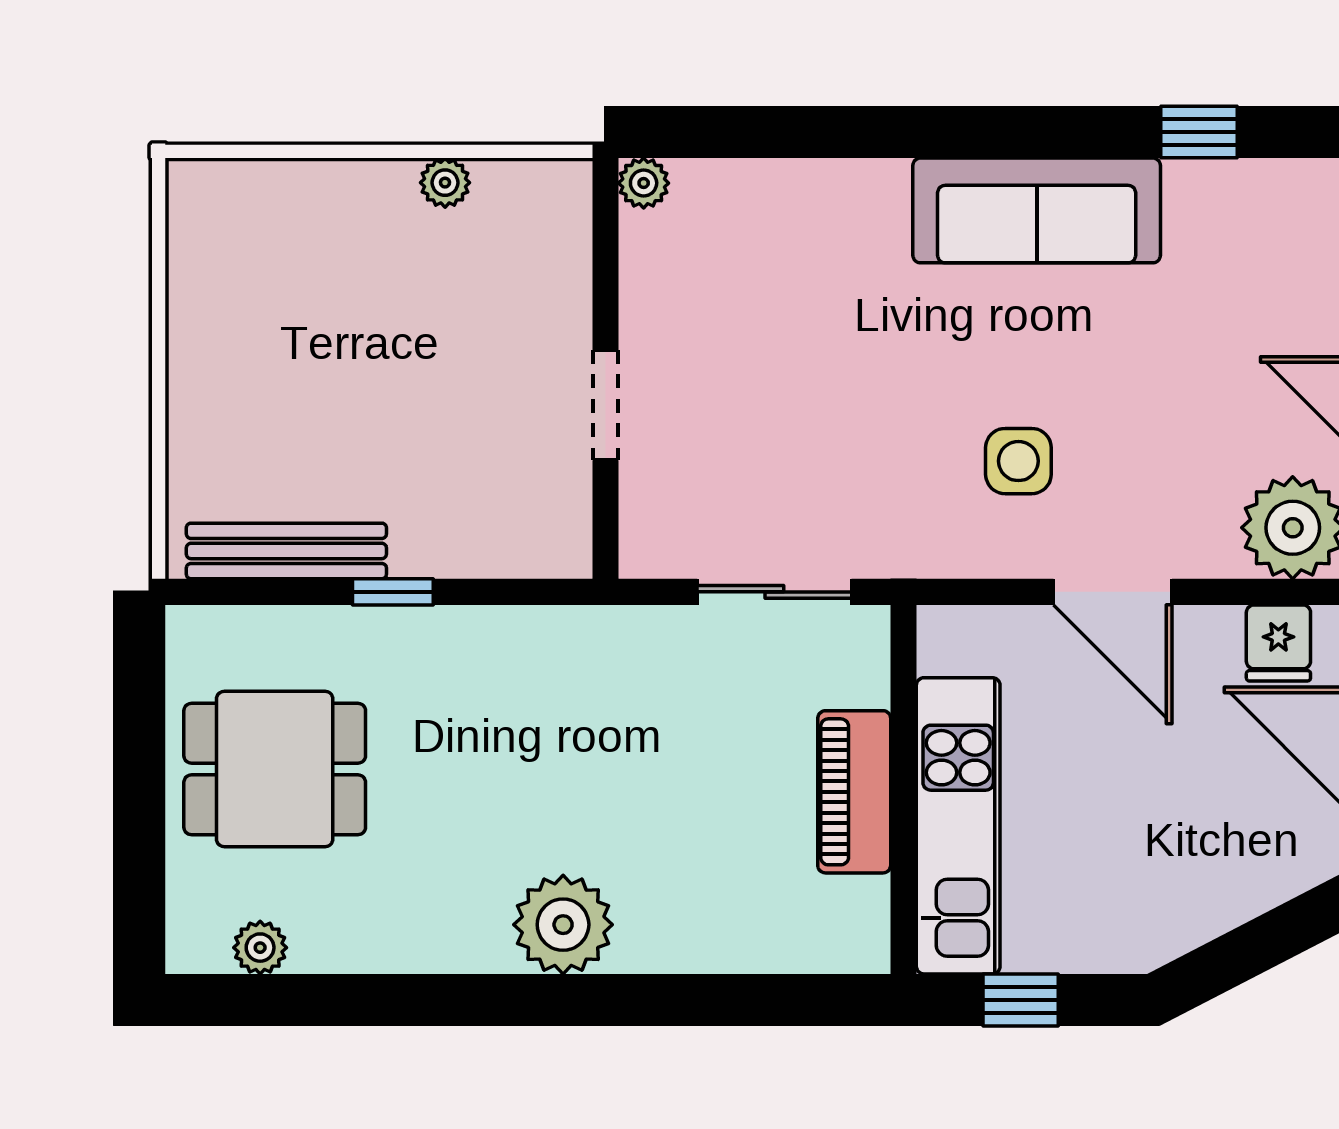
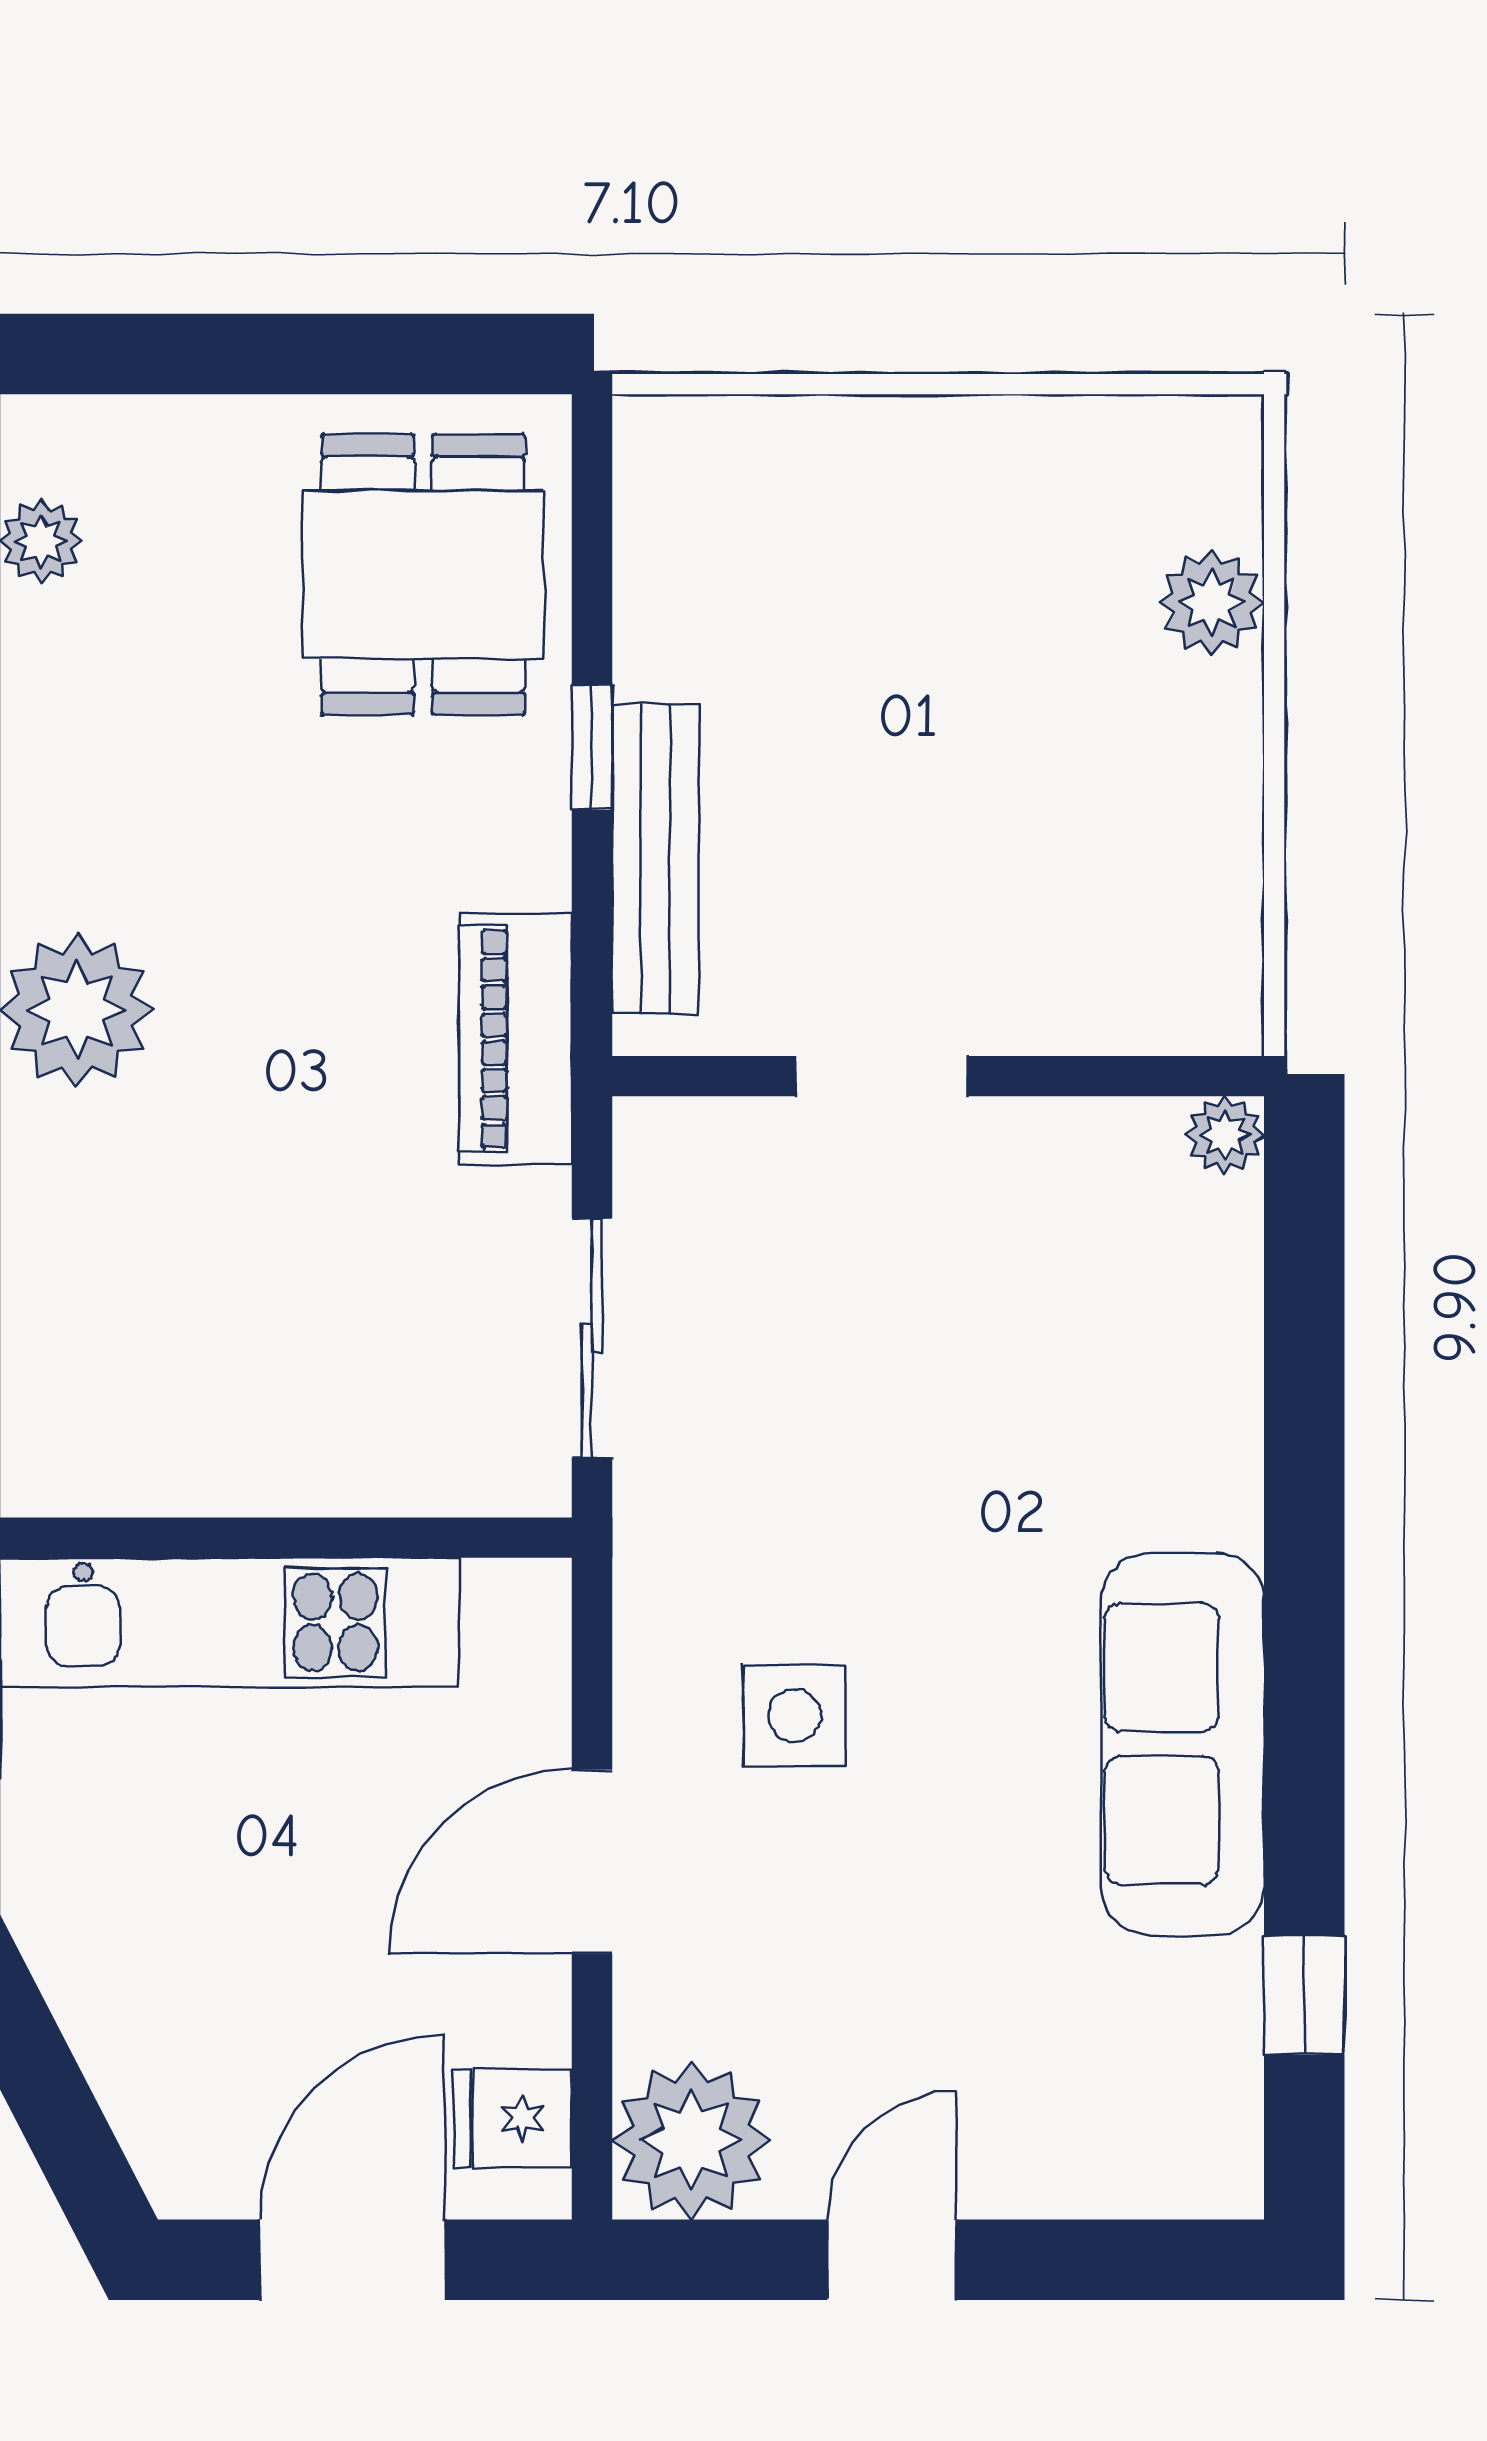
plant: (445, 183) -> (1211, 602), moved, width x1.38, depth x1.38
bench: (286, 551) -> (655, 859), moved
dining table: (275, 769) -> (423, 575), moved
piano: (854, 792) -> (516, 1039), moved, turned -90

